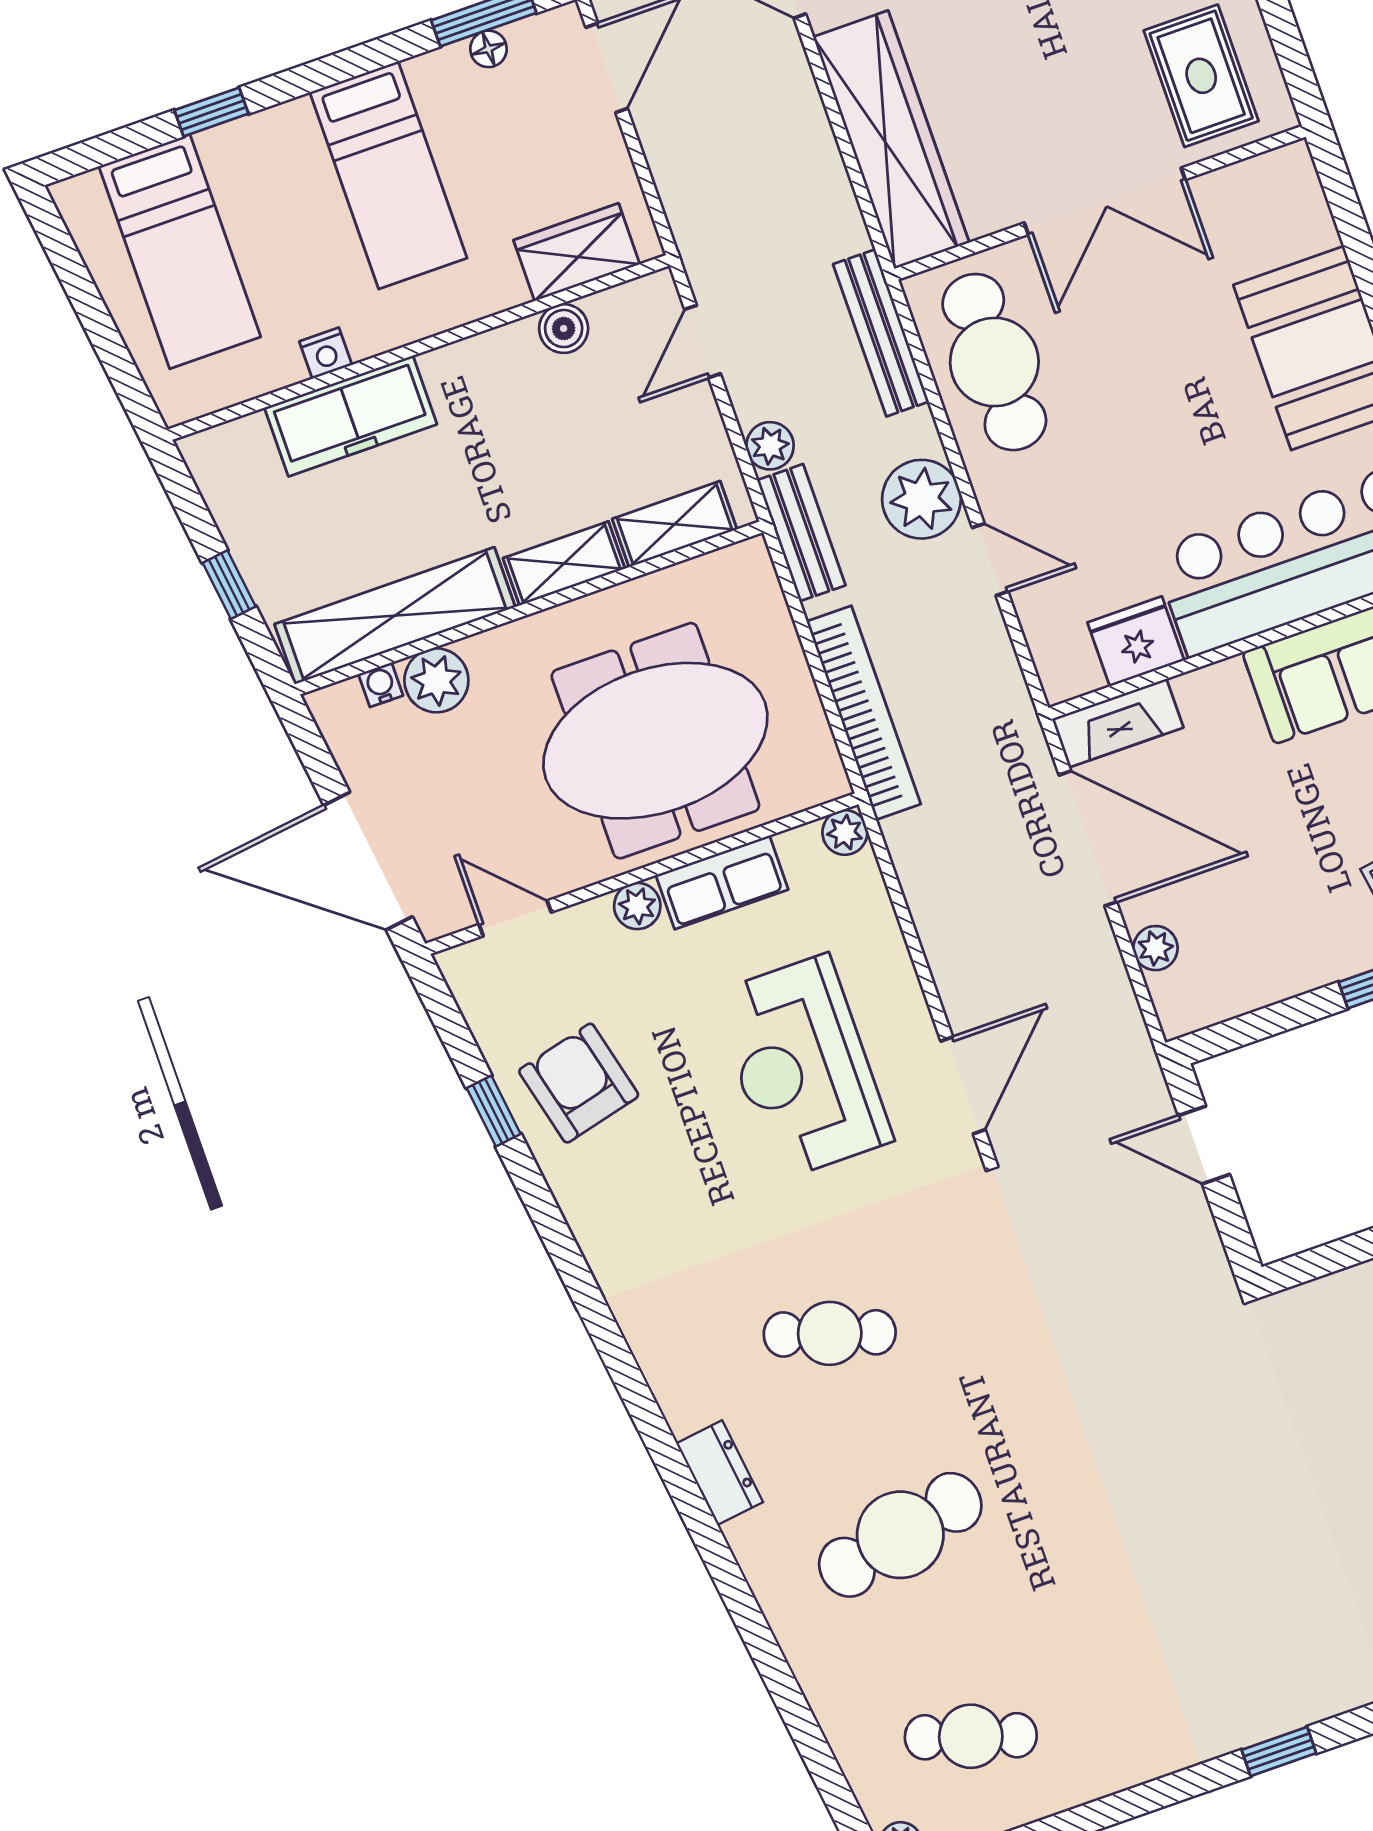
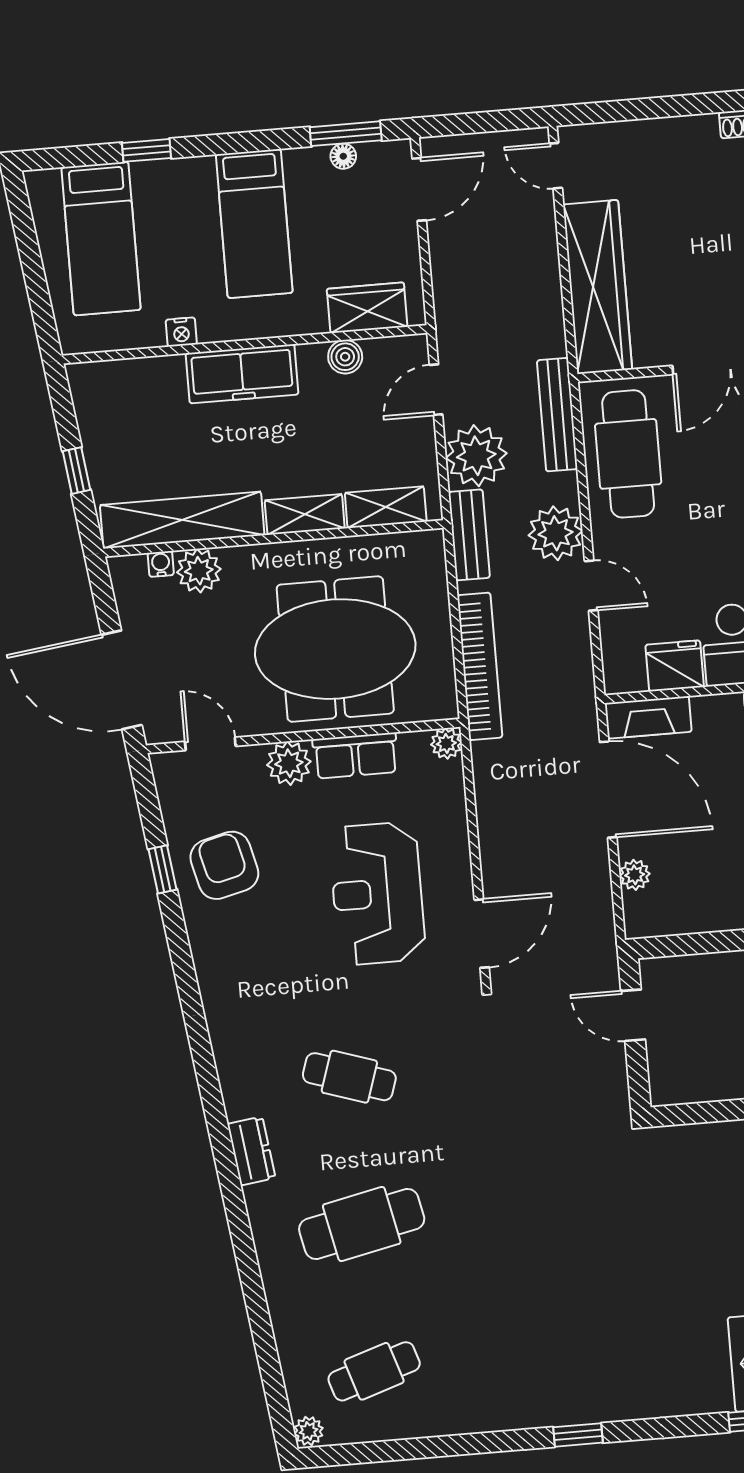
freezer: (351, 416) -> (242, 374), moved
plant: (770, 446) -> (476, 456), width x1.88, depth x1.88
plant: (637, 906) -> (289, 763), width x1.38, depth x1.38
cafe table: (971, 1736) -> (374, 1371), turned -36

